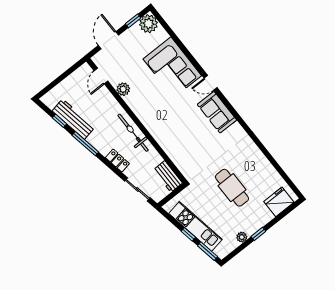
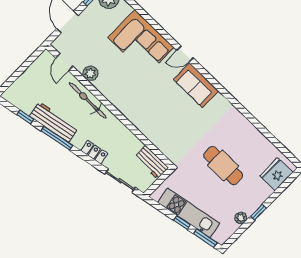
workbench: (74, 119) -> (54, 122), moved
bicycle: (133, 133) -> (88, 100), moved

